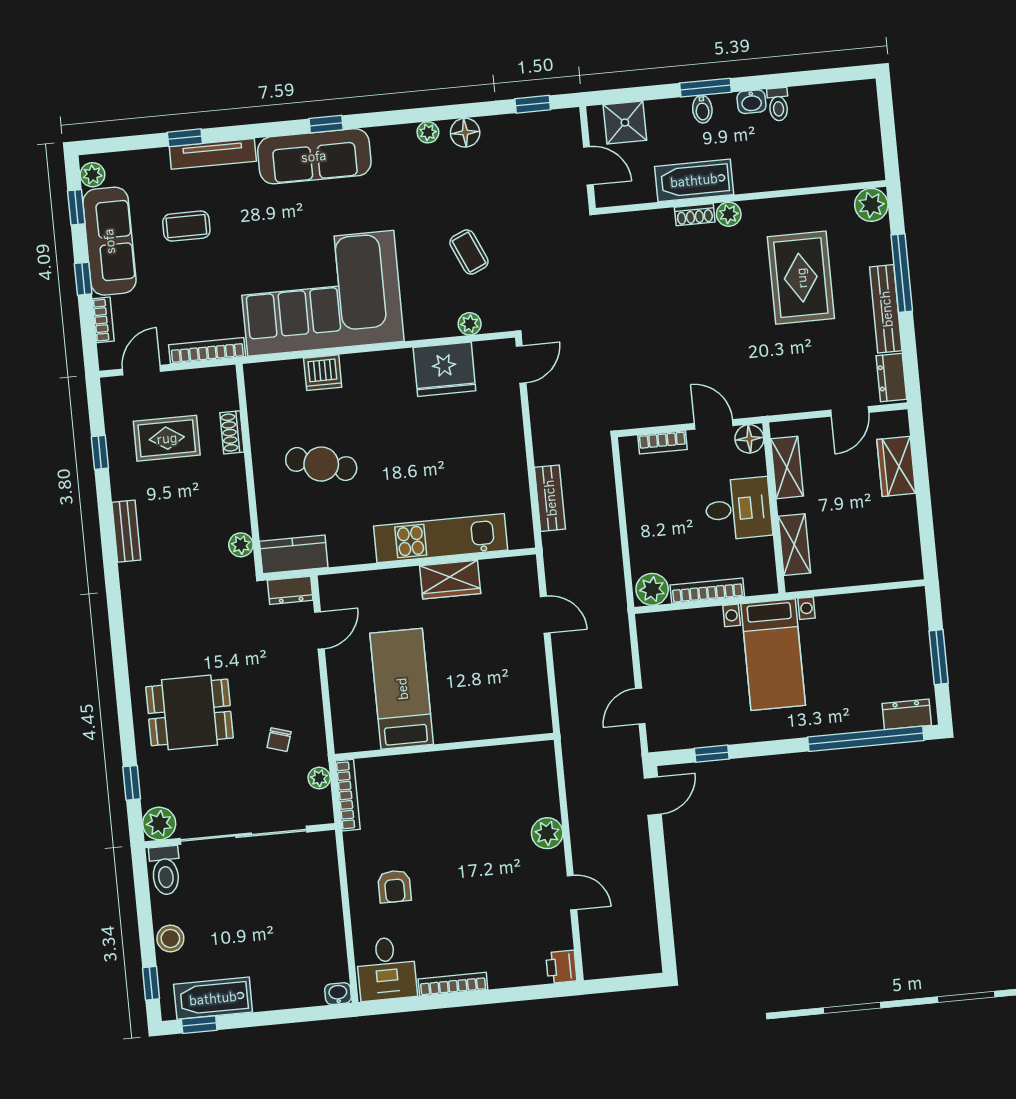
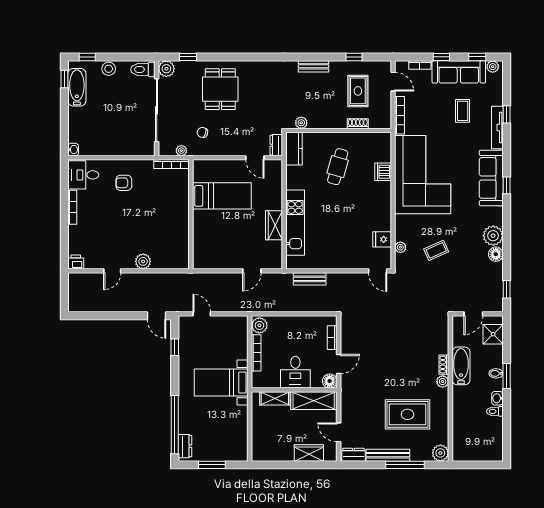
plant: (428, 132) -> (493, 236), width x1.87, depth x1.87
fridge: (444, 369) -> (382, 239), width x0.53, depth x0.75
shelving: (787, 467) -> (314, 401), width x1.50, depth x1.33

